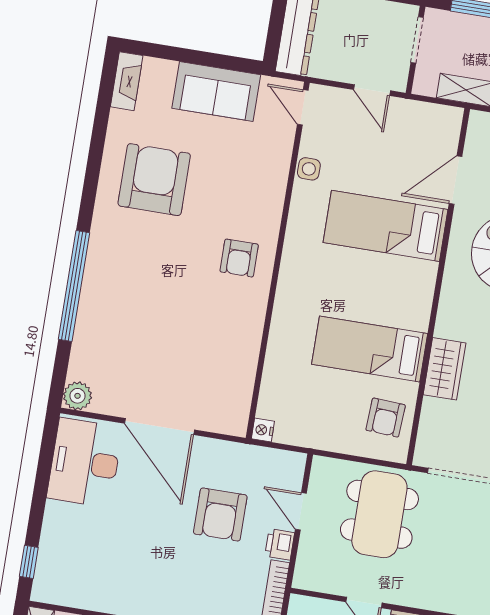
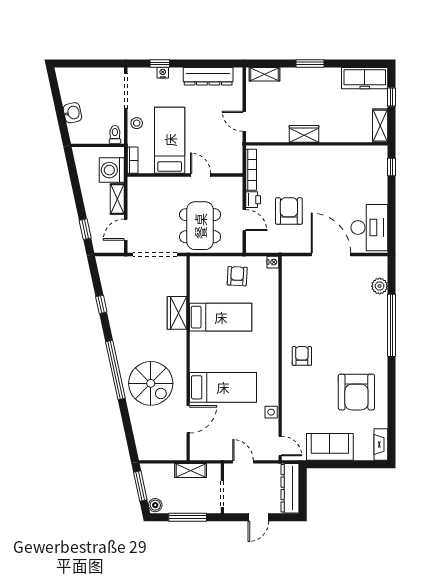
plant: (78, 396) -> (380, 286), moved
armchair: (386, 418) -> (237, 276), moved

